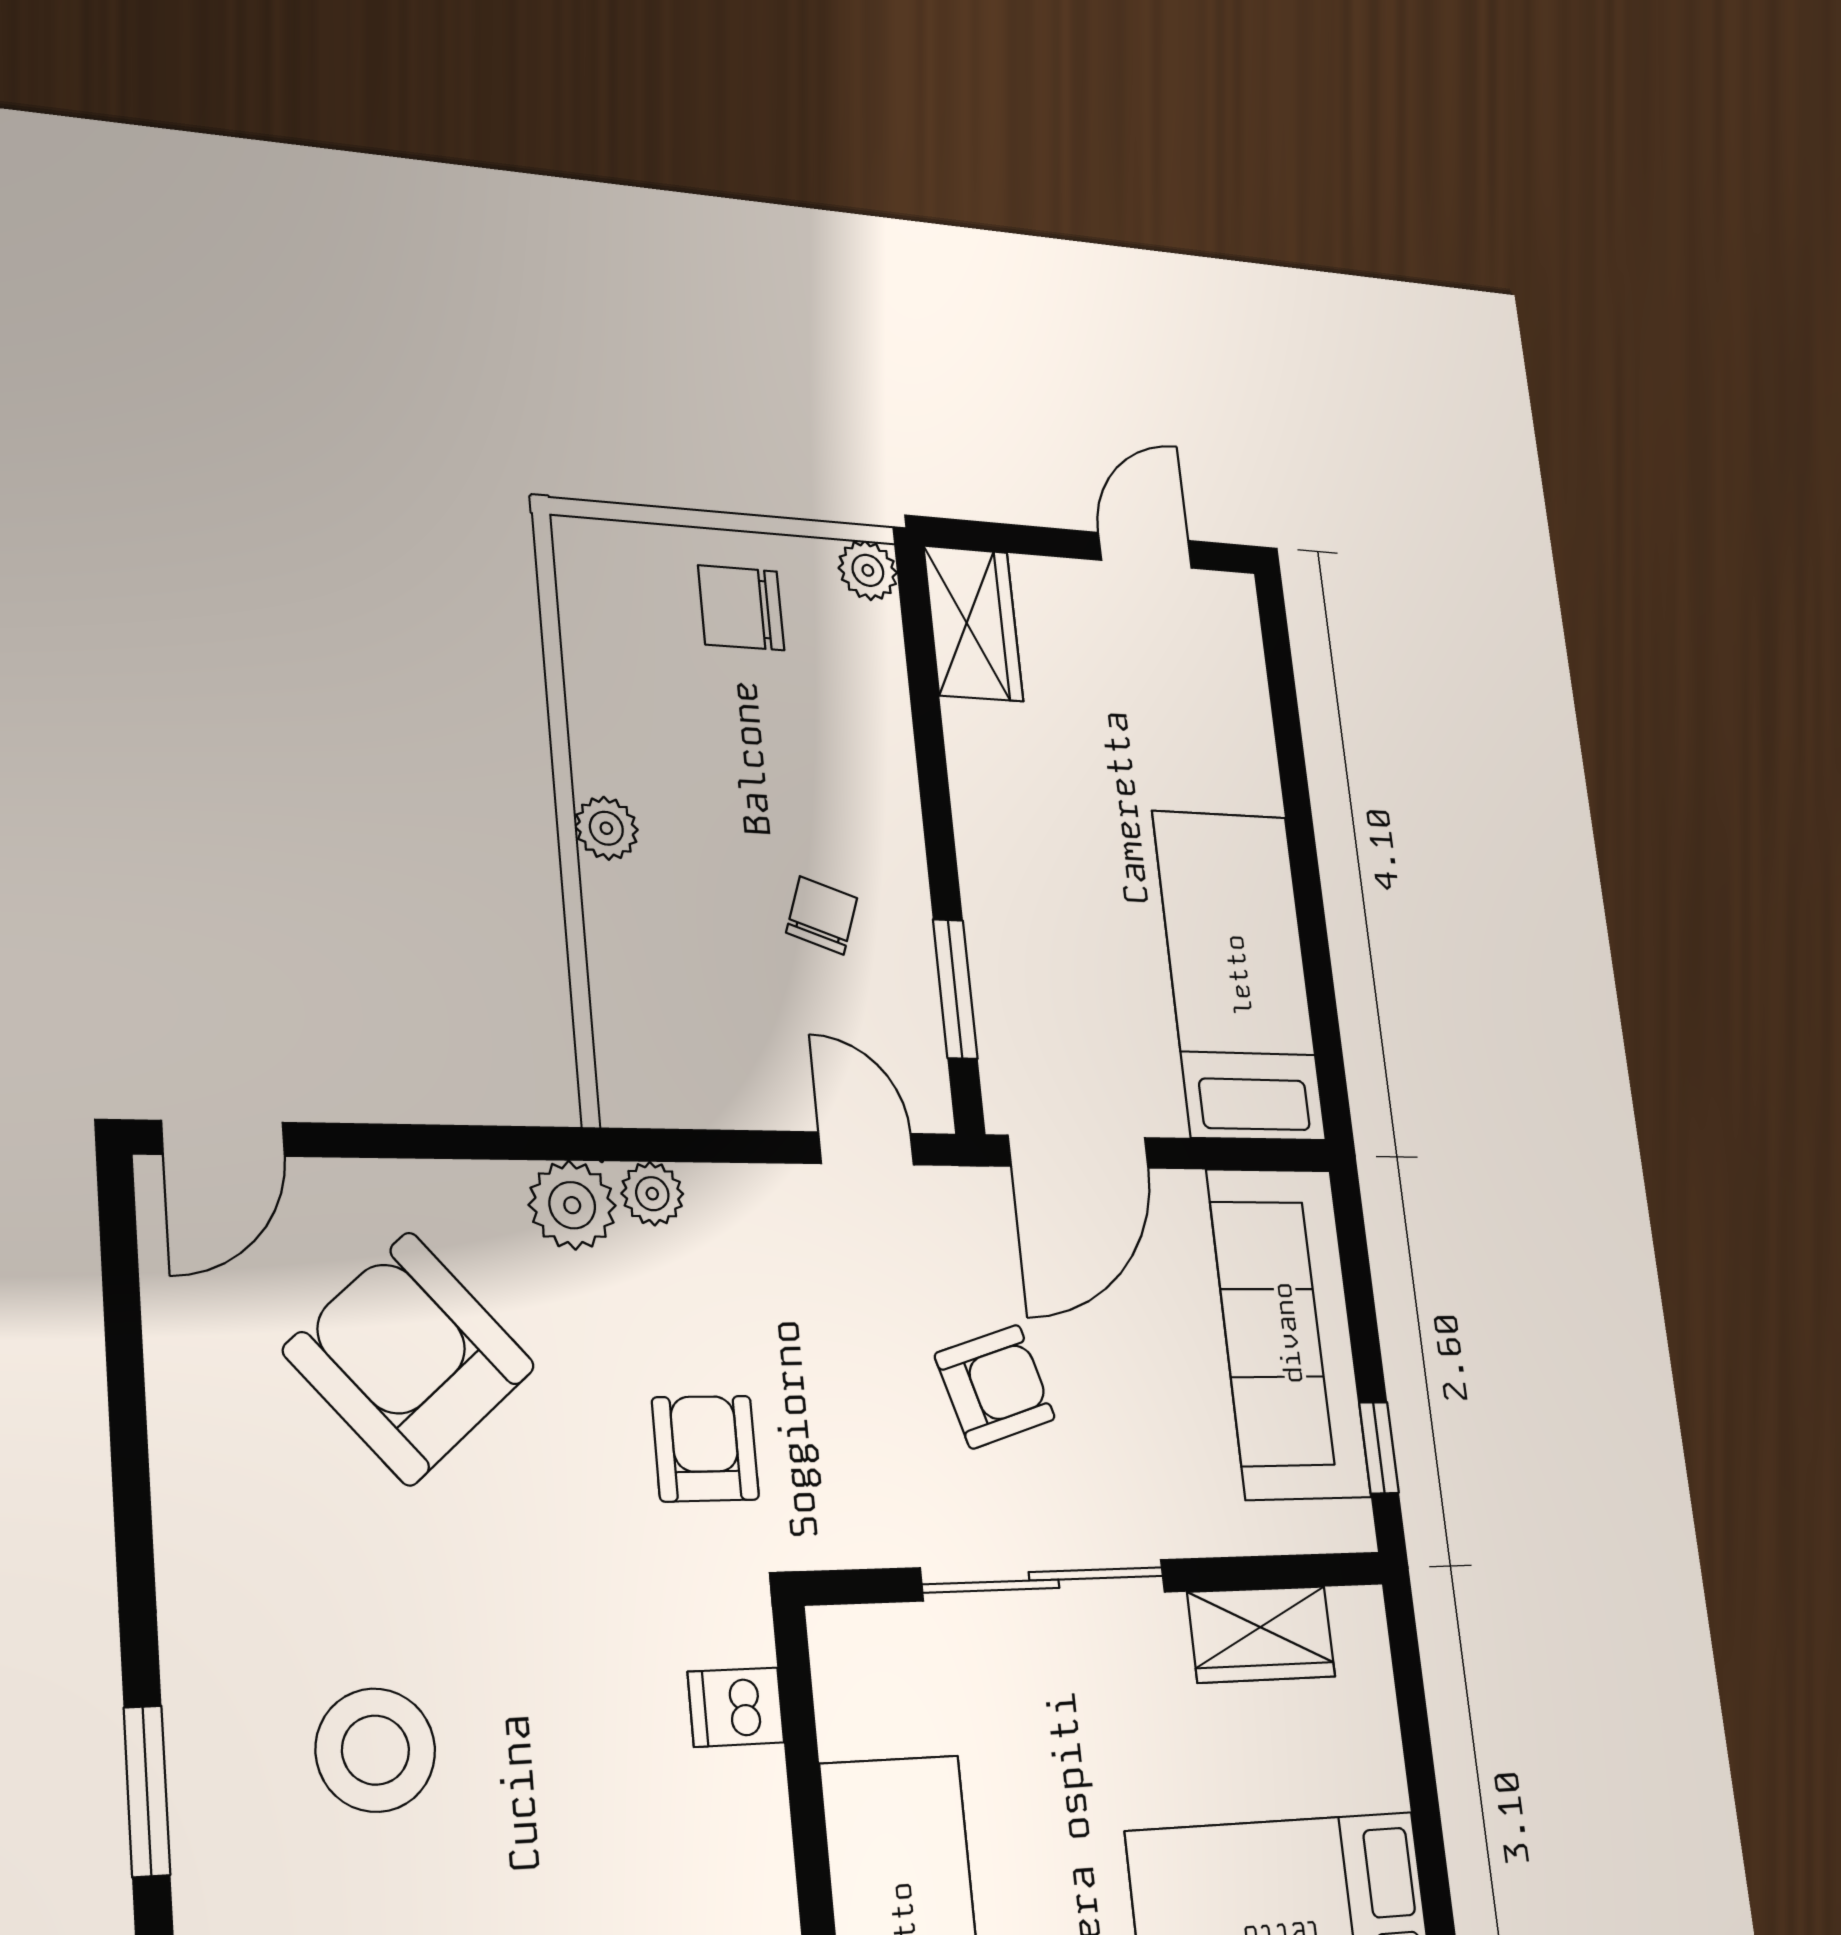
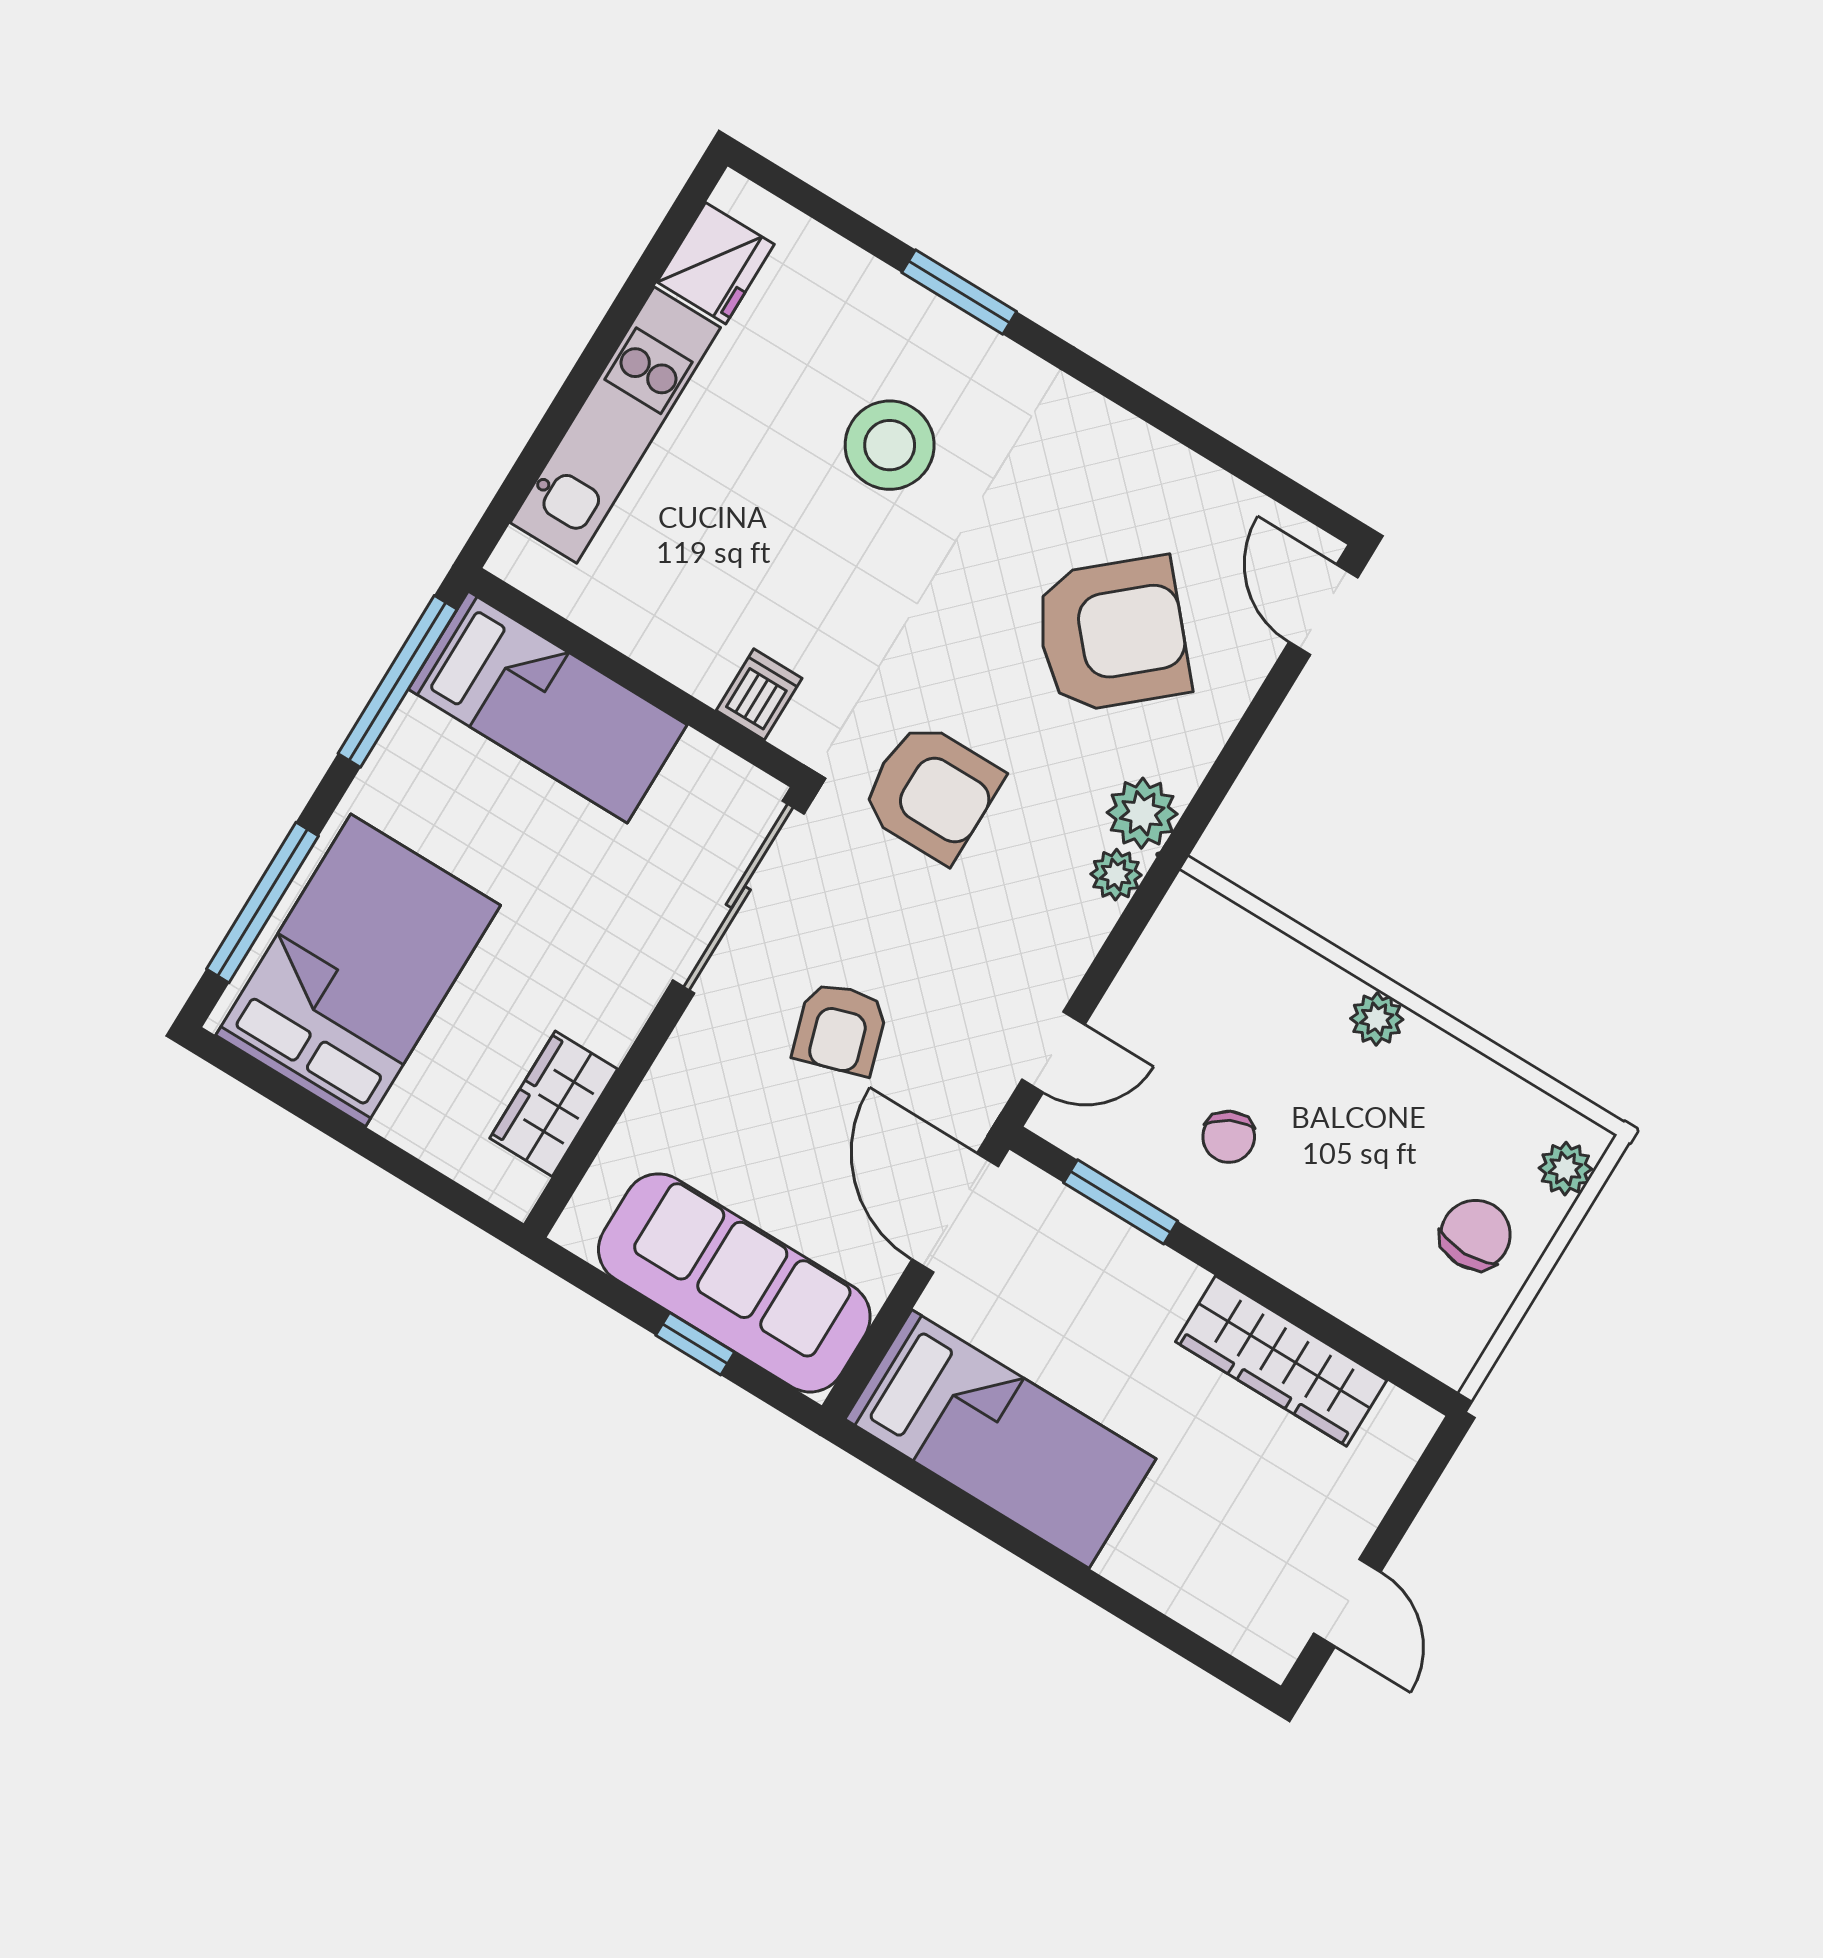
plant: (868, 570) -> (1565, 1169), moved
wardrobe: (973, 624) -> (1281, 1361), moved, width x1.50
chair: (822, 915) -> (1229, 1137), turned 44
window: (1379, 1448) -> (695, 1344), moved
armchair: (705, 1449) -> (931, 792), width x1.38, depth x1.38
sliding door: (1044, 1580) -> (738, 897), moved

